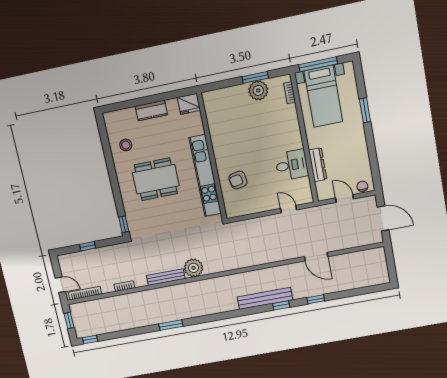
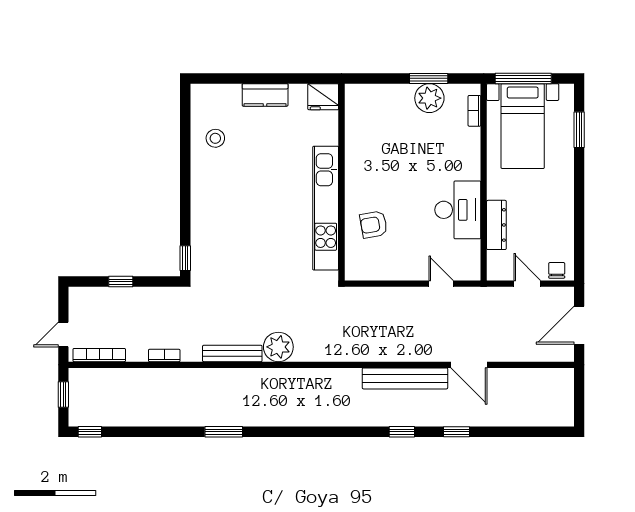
window: (365, 110) -> (579, 130), moved
desk: (292, 165) -> (458, 210), width x1.37
dining table: (156, 179) -> (250, 199), removed
door: (383, 218) -> (579, 325), swing flipped
door: (60, 285) -> (63, 334), swing flipped
bench: (265, 298) -> (405, 378), moved

